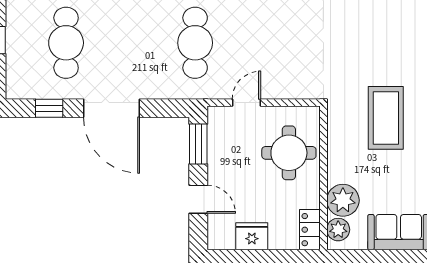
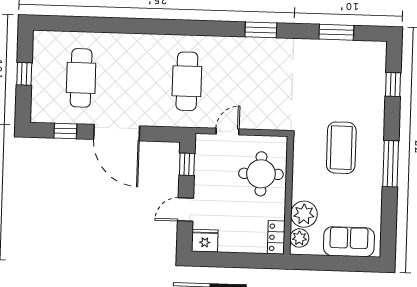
window: (198, 144) -> (187, 164), width x0.67
door: (198, 199) -> (185, 209), swing flipped
fridge: (252, 236) -> (205, 241), moved

